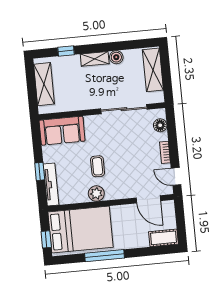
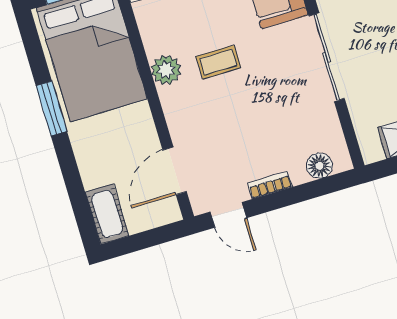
sliding door: (124, 109) -> (327, 57), moved
door: (176, 176) -> (228, 215), swing flipped
window: (104, 256) -> (51, 108), width x0.69

